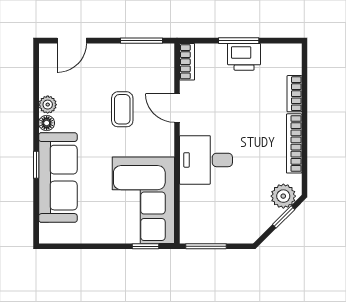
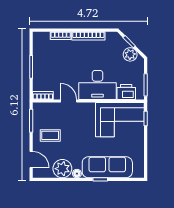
printer: (244, 57) -> (126, 92), moved, turned -90
plant: (48, 105) -> (62, 169), width x1.87, depth x1.87
door: (177, 108) -> (69, 101), swing flipped
coffee table: (122, 109) -> (50, 135), moved
desk: (206, 160) -> (97, 85), width x1.37
plant: (283, 196) -> (130, 54), moved

